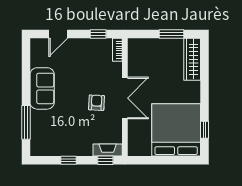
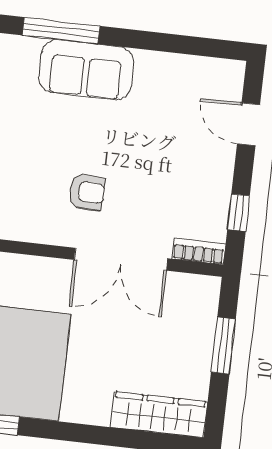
window: (171, 34) -> (223, 346), moved
sofa: (42, 88) -> (86, 70), moved
double door: (125, 98) -> (121, 259), moved

